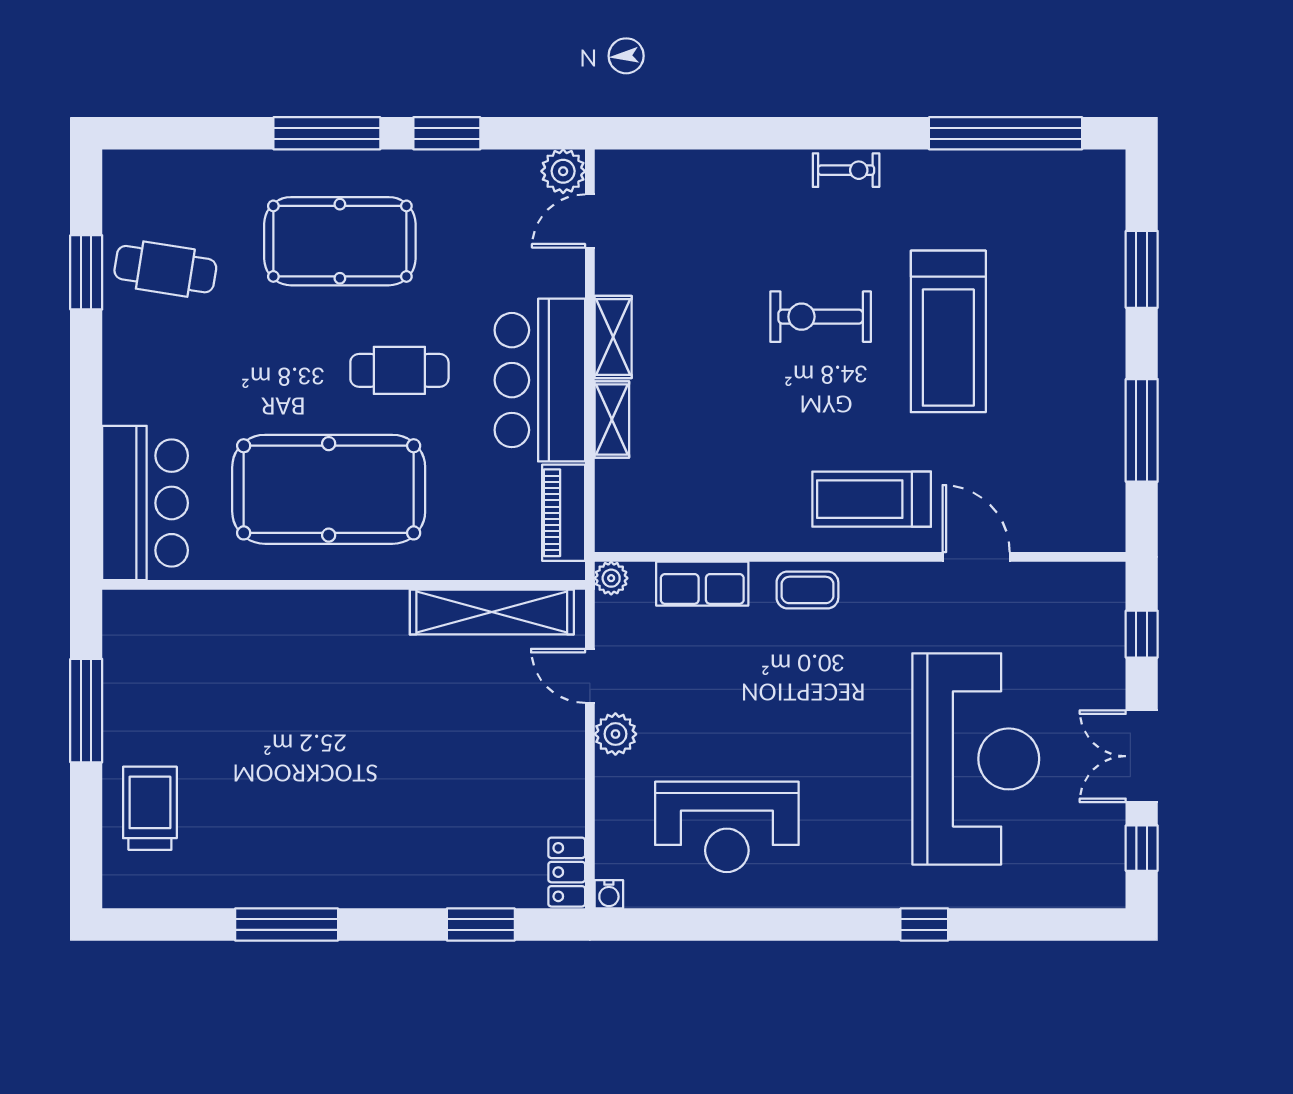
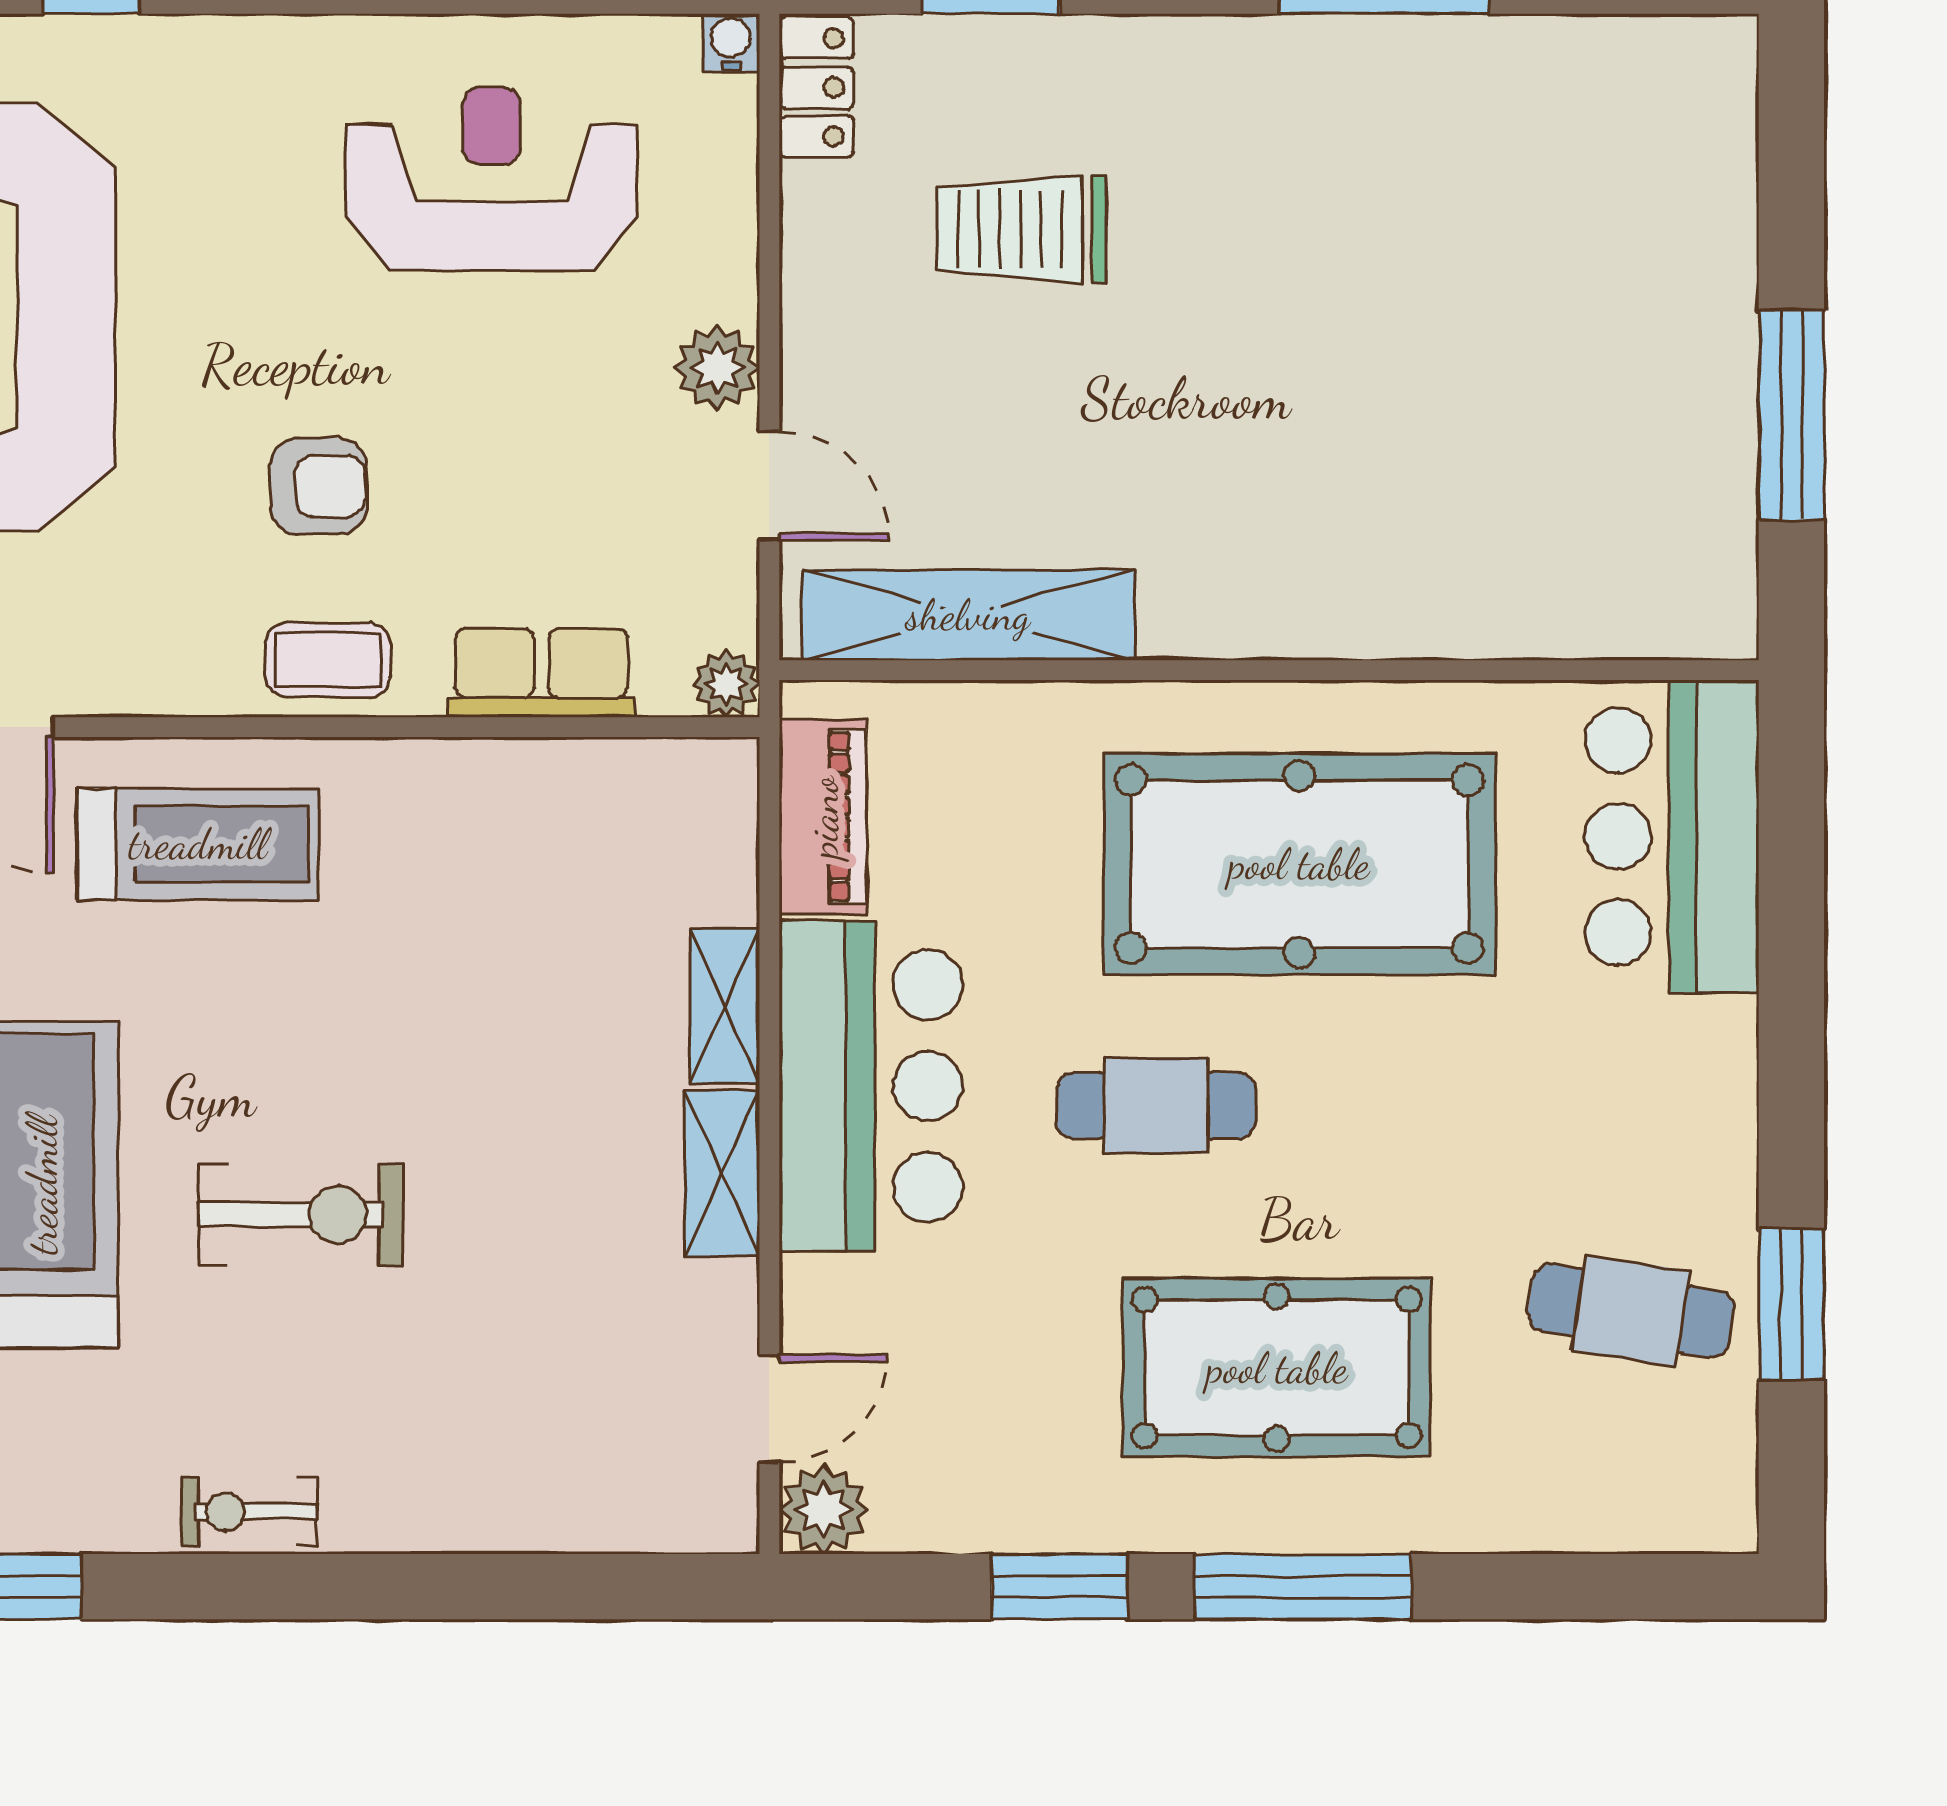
armchair: (812, 676) -> (319, 486), added
trolley: (150, 808) -> (1022, 229), moved, turned 90

